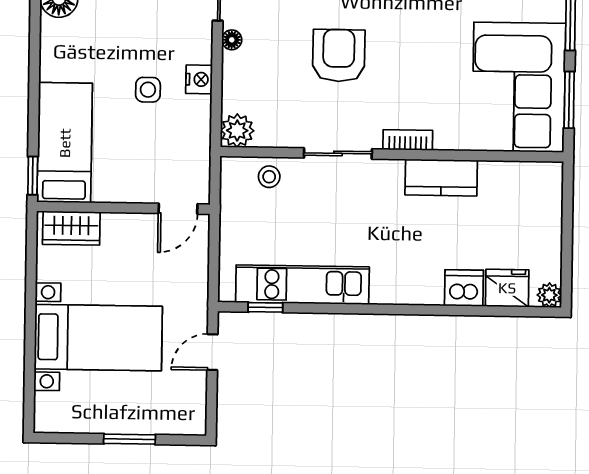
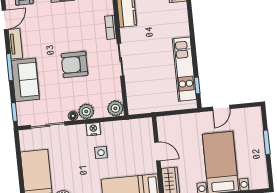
plant: (238, 69) -> (86, 111), added
stool: (269, 177) -> (135, 91), removed
door: (178, 209) -> (157, 151), moved
door: (212, 352) -> (221, 108), hinge flipped

